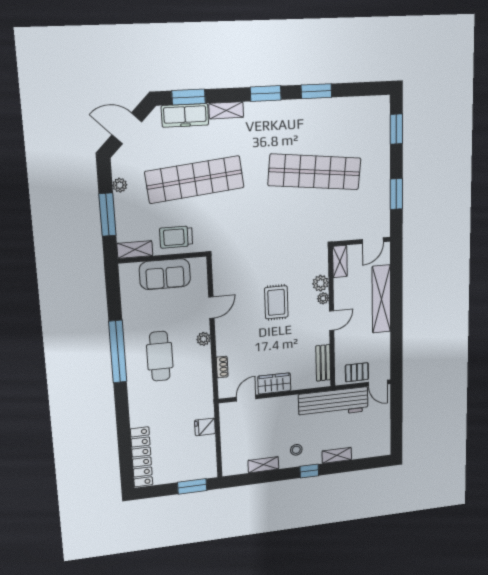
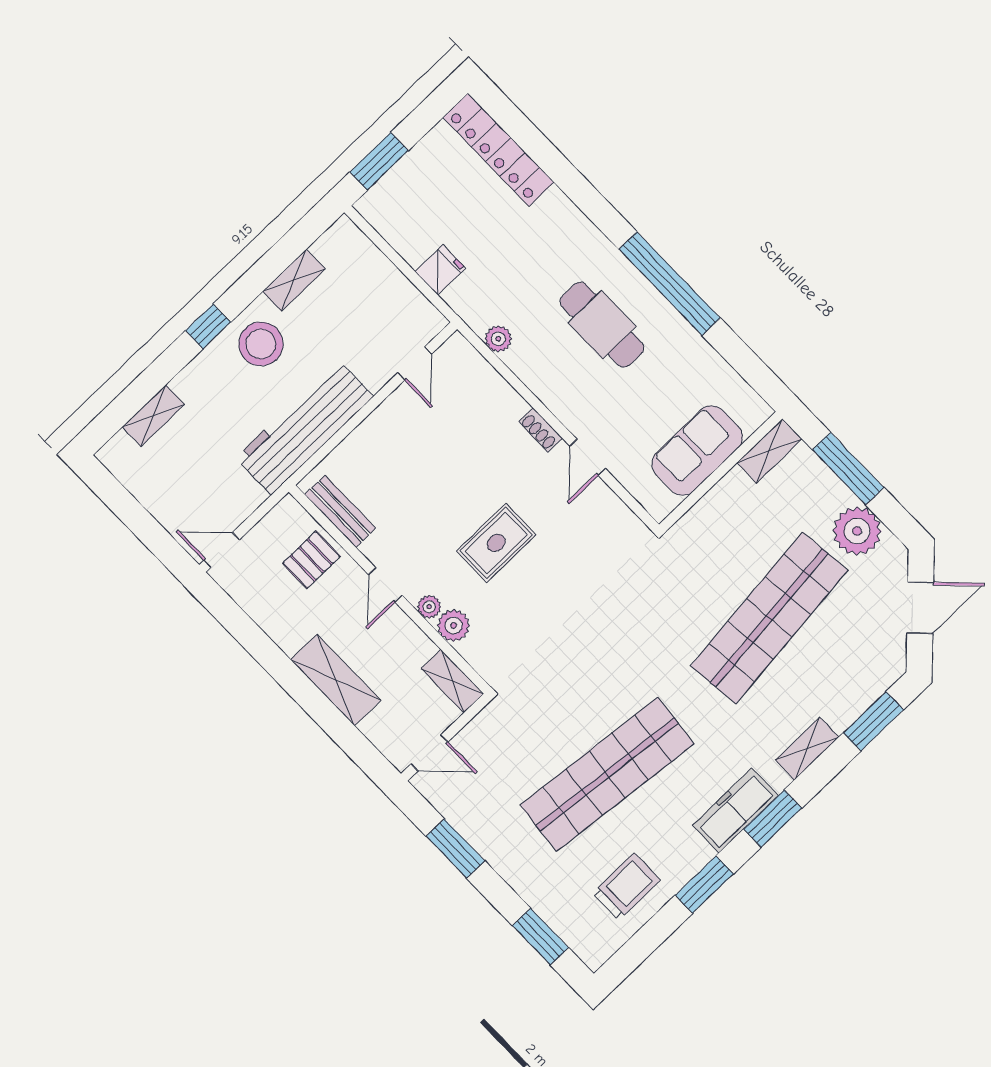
freezer: (185, 115) -> (735, 811), moved
plant: (120, 185) -> (857, 531), width x1.88, depth x1.88
trolley: (176, 237) -> (626, 887), moved
door: (373, 241) -> (429, 753), swing flipped
shelving: (381, 299) -> (336, 680), width x0.68
rug: (276, 302) -> (496, 543), turned 90
plant: (204, 339) -> (498, 339), moved
shoe rack: (222, 367) -> (540, 430), moved
pallet: (357, 372) -> (311, 560), moved
wardrobe: (274, 383) -> (390, 420), removed
workbench: (333, 403) -> (305, 427), moved
stool: (296, 450) -> (261, 344), width x1.89, depth x1.89
shelving: (337, 455) -> (153, 416), moved

